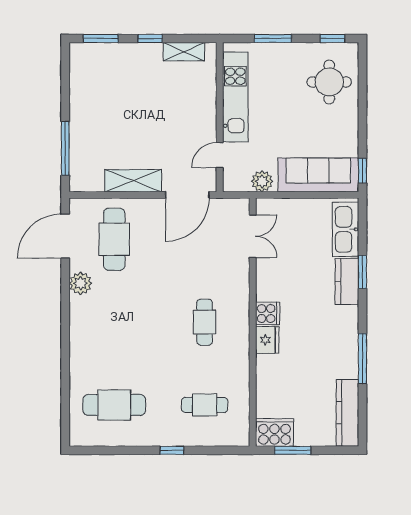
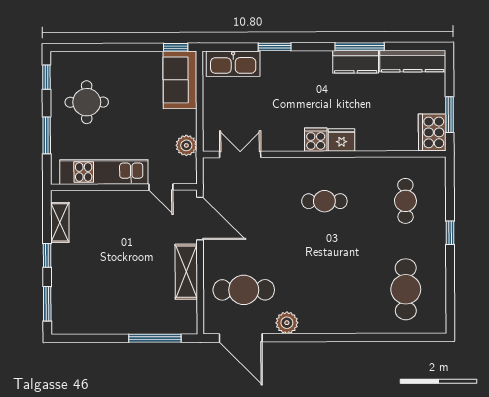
round table: (329, 82) -> (87, 102), moved
sofa: (318, 175) -> (180, 80), width x0.73
kitchen counter: (347, 281) -> (356, 62), moved

